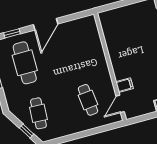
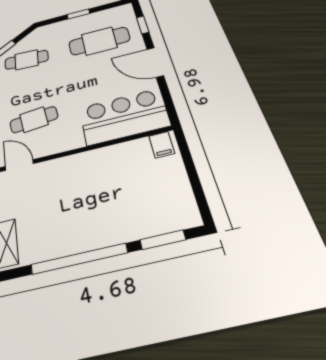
bar counter: (87, 42) -> (124, 117), added
filing cabinet: (125, 85) -> (162, 145), moved

